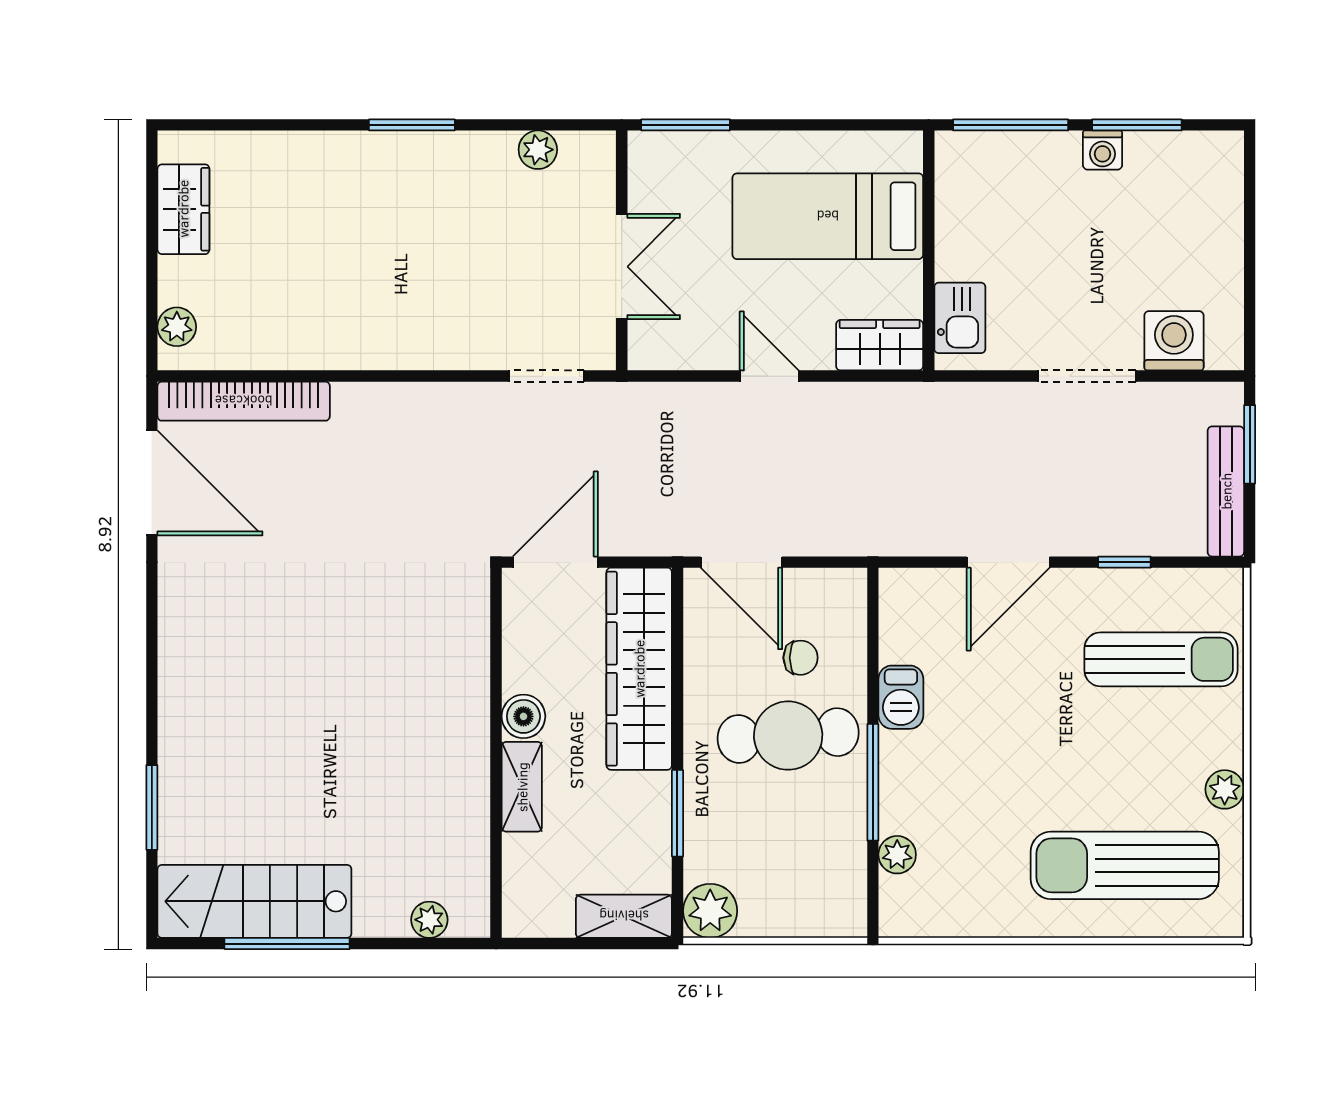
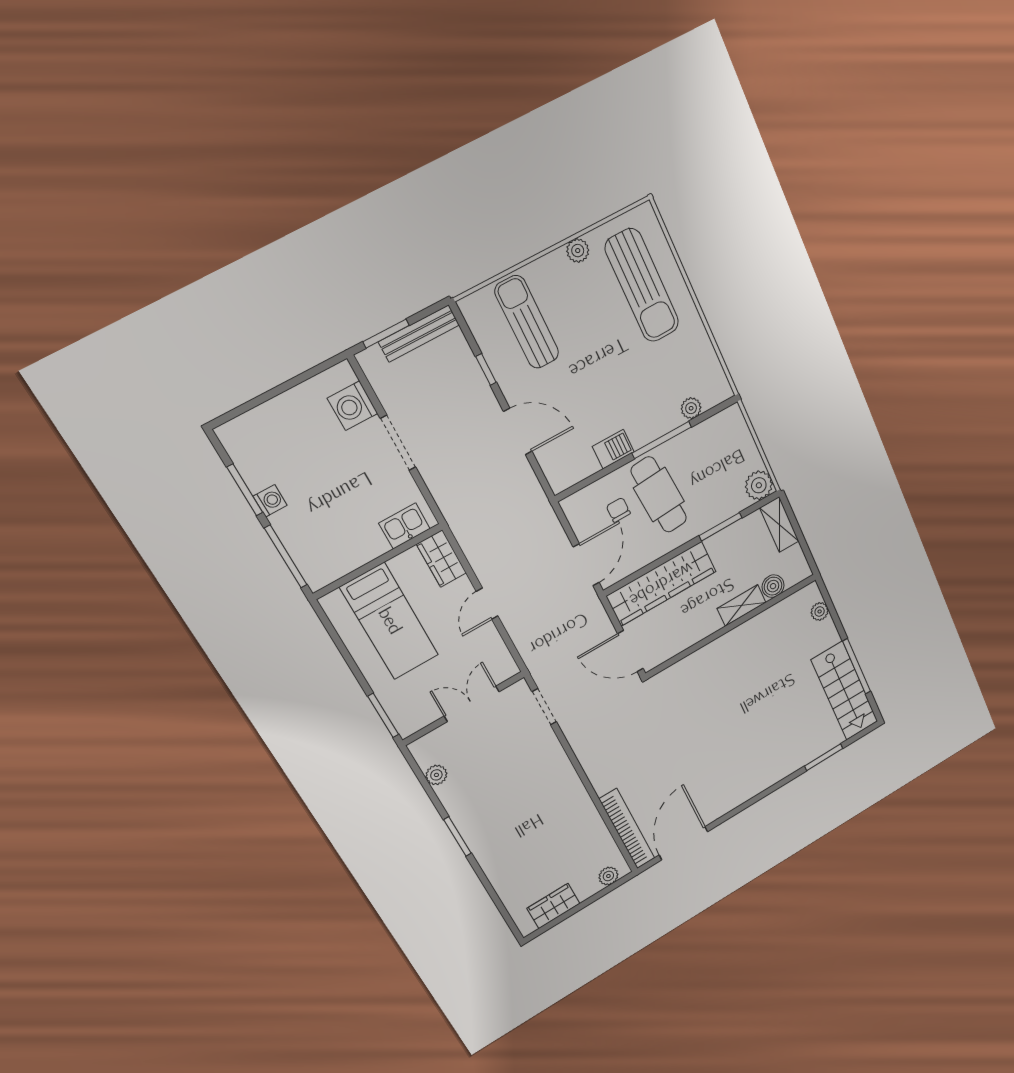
boiler: (523, 716) -> (773, 586), moved

